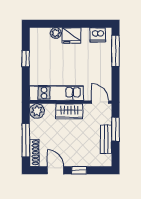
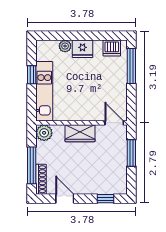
kitchen unit: (56, 93) -> (44, 91), moved, turned 90
bench: (106, 139) -> (121, 164), removed
window: (79, 170) -> (105, 199), moved

